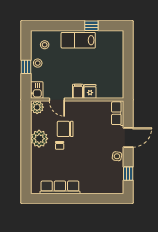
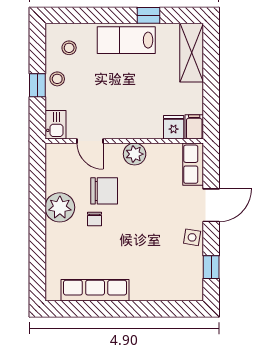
shelving: (117, 48) -> (192, 53), added
filing cabinet: (78, 91) -> (194, 127), moved
fridge: (90, 91) -> (174, 127), moved
plant: (37, 107) -> (135, 154), moved
chair: (65, 129) -> (104, 191), turned 180

